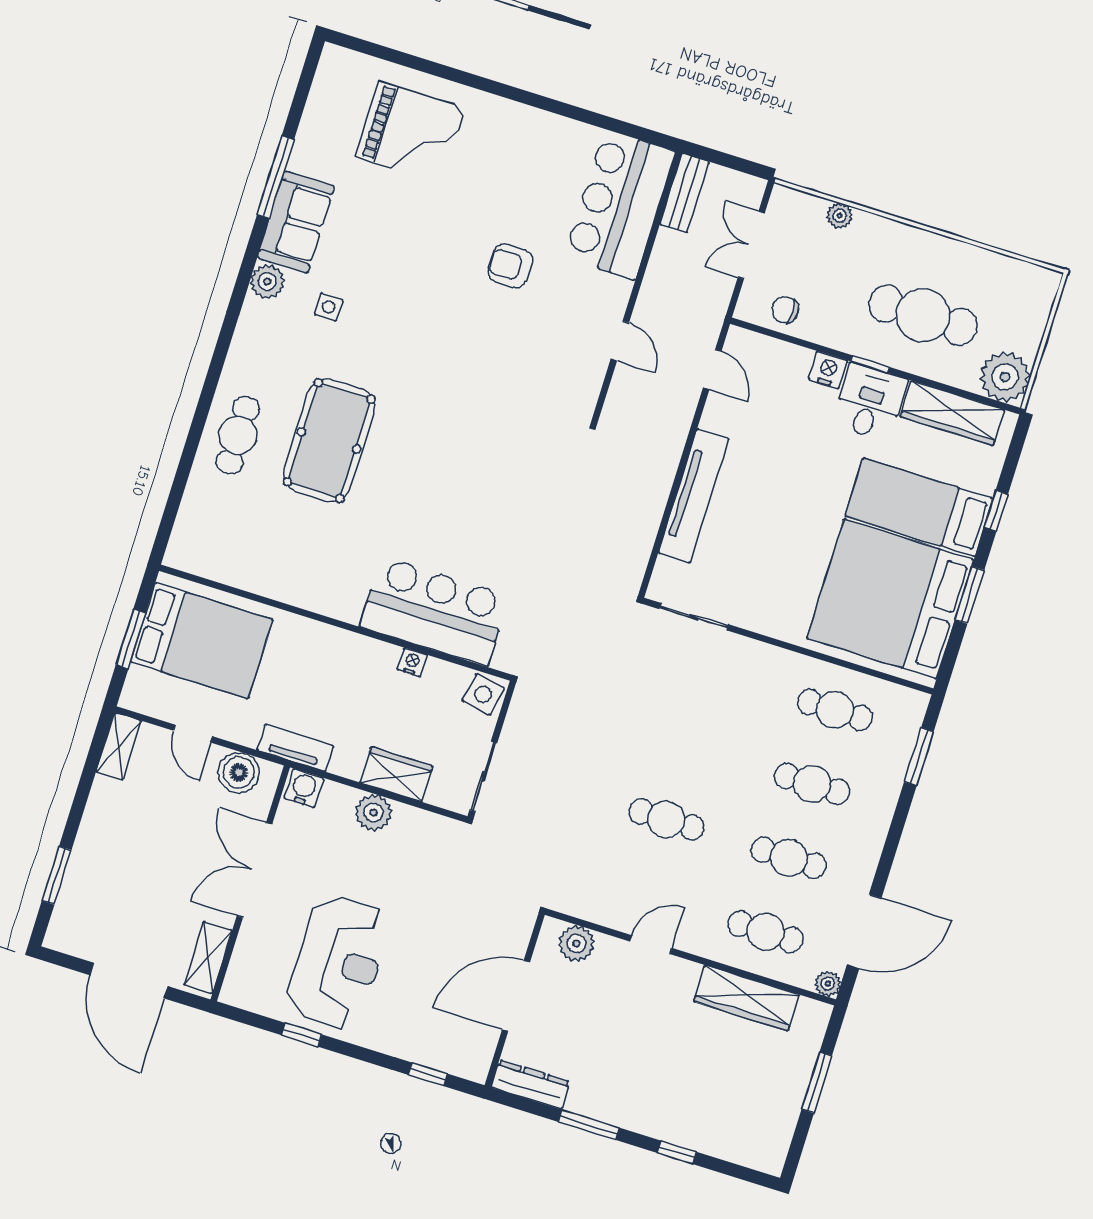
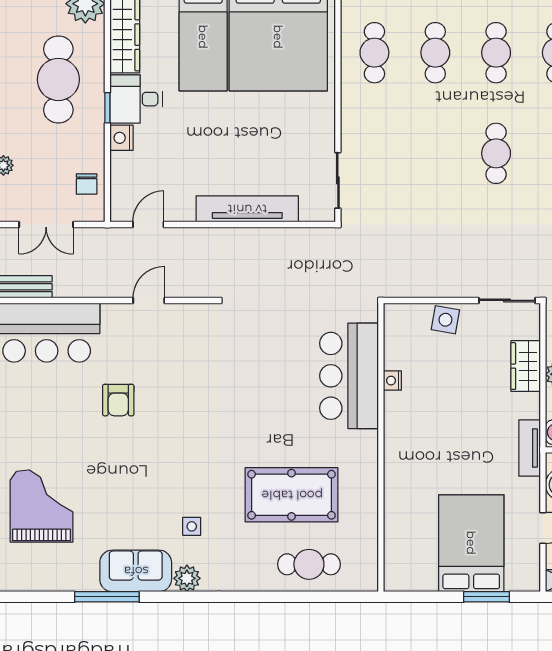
bar counter: (434, 611) -> (349, 376), moved
wall: (335, 623) -> (381, 447), moved
nightstand: (412, 662) -> (392, 381), moved

